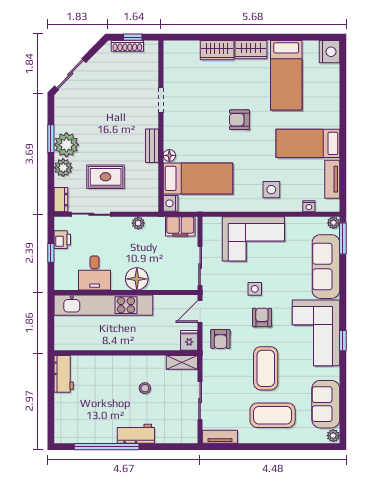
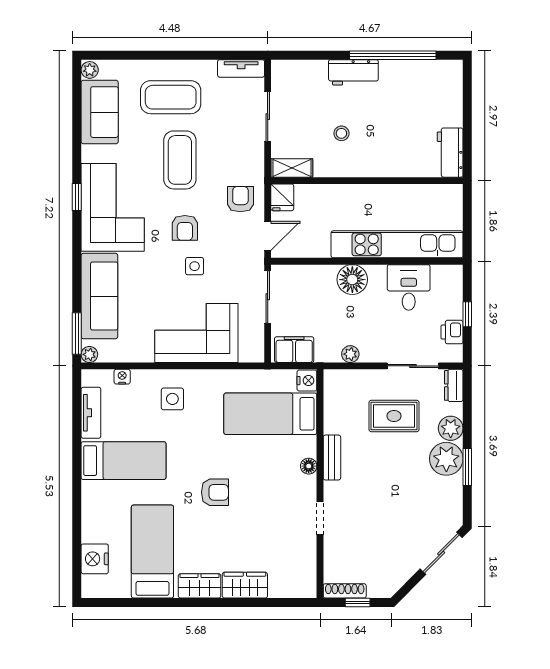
shoe rack: (127, 46) -> (345, 591), moved
nightstand: (329, 52) -> (95, 559), moved
floor lamp: (169, 155) -> (309, 466), moved

